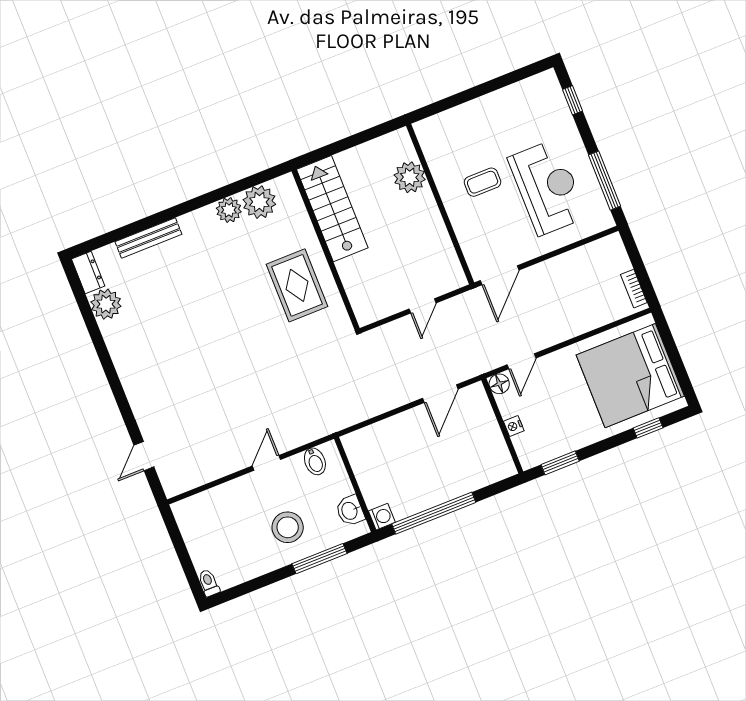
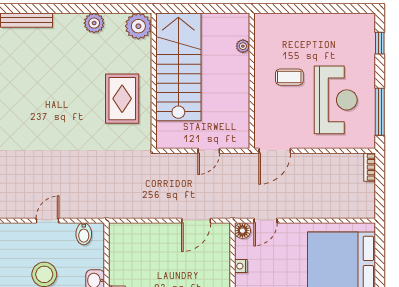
plant: (410, 177) -> (243, 46), width x0.53, depth x0.53
plant: (259, 202) -> (138, 26), moved
stairs: (332, 209) -> (178, 67), width x1.36, depth x1.51
bookcase: (634, 289) -> (370, 167), moved

